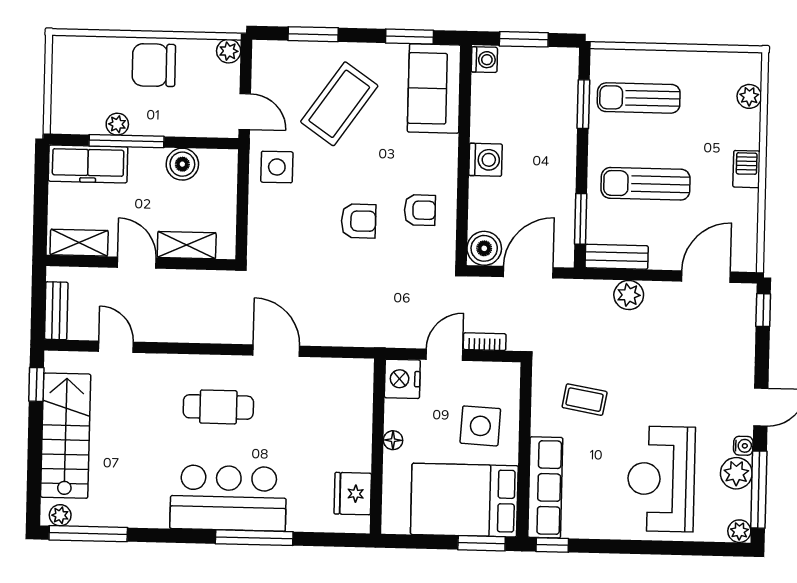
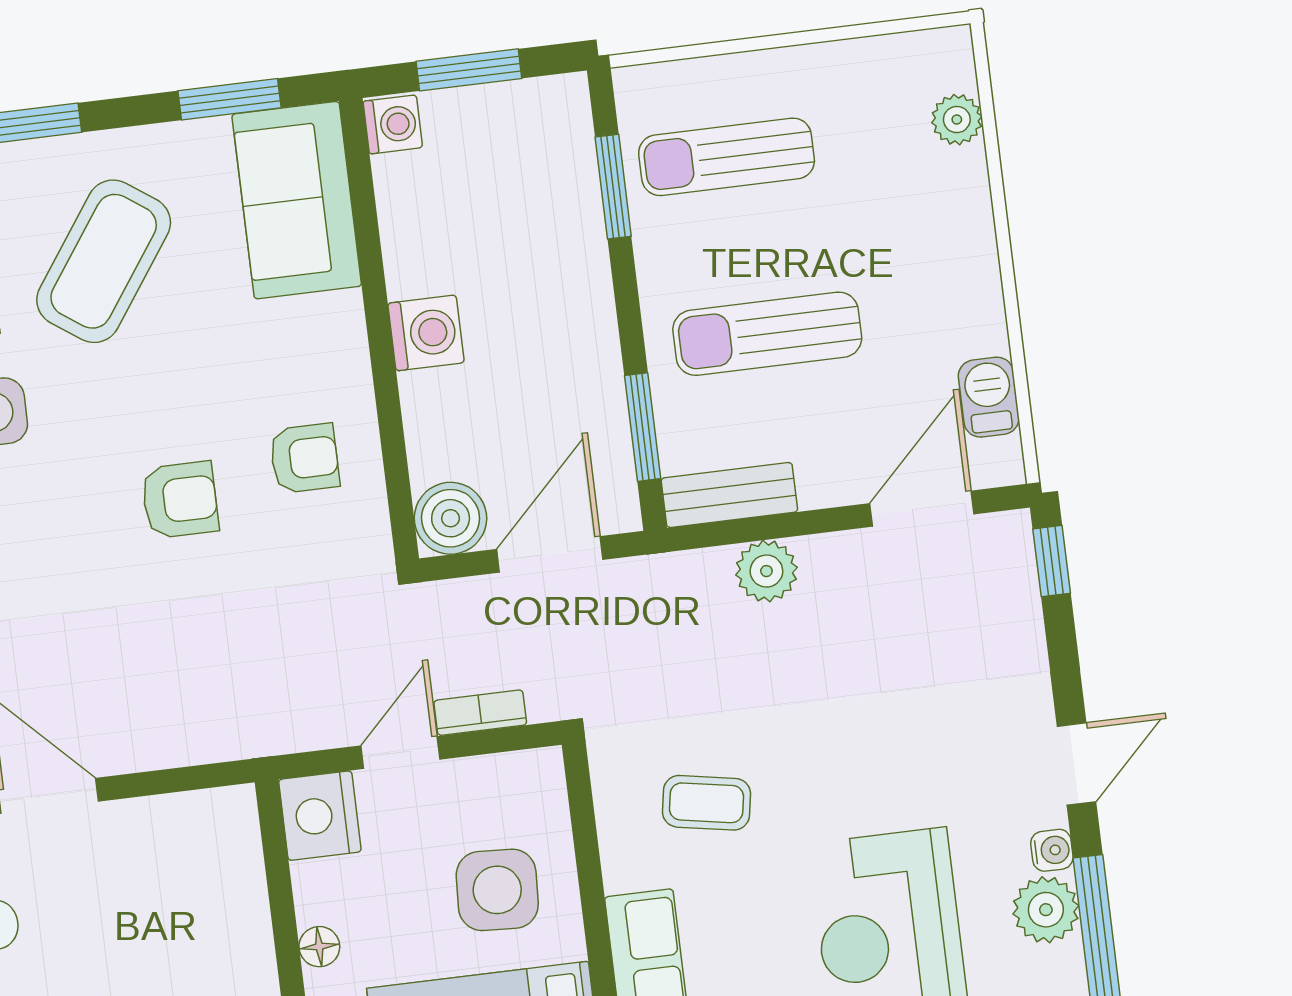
barbecue: (746, 169) -> (989, 397), moved

